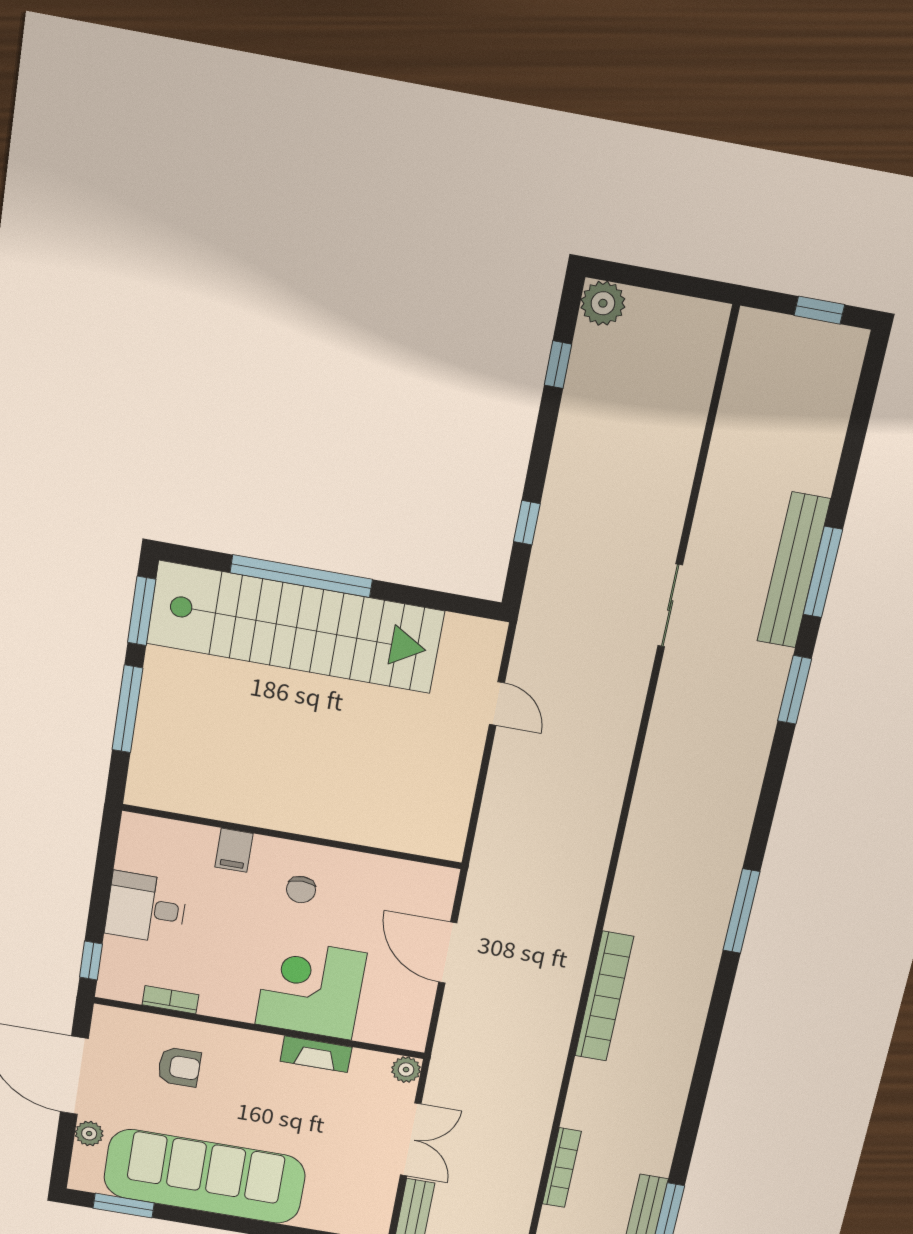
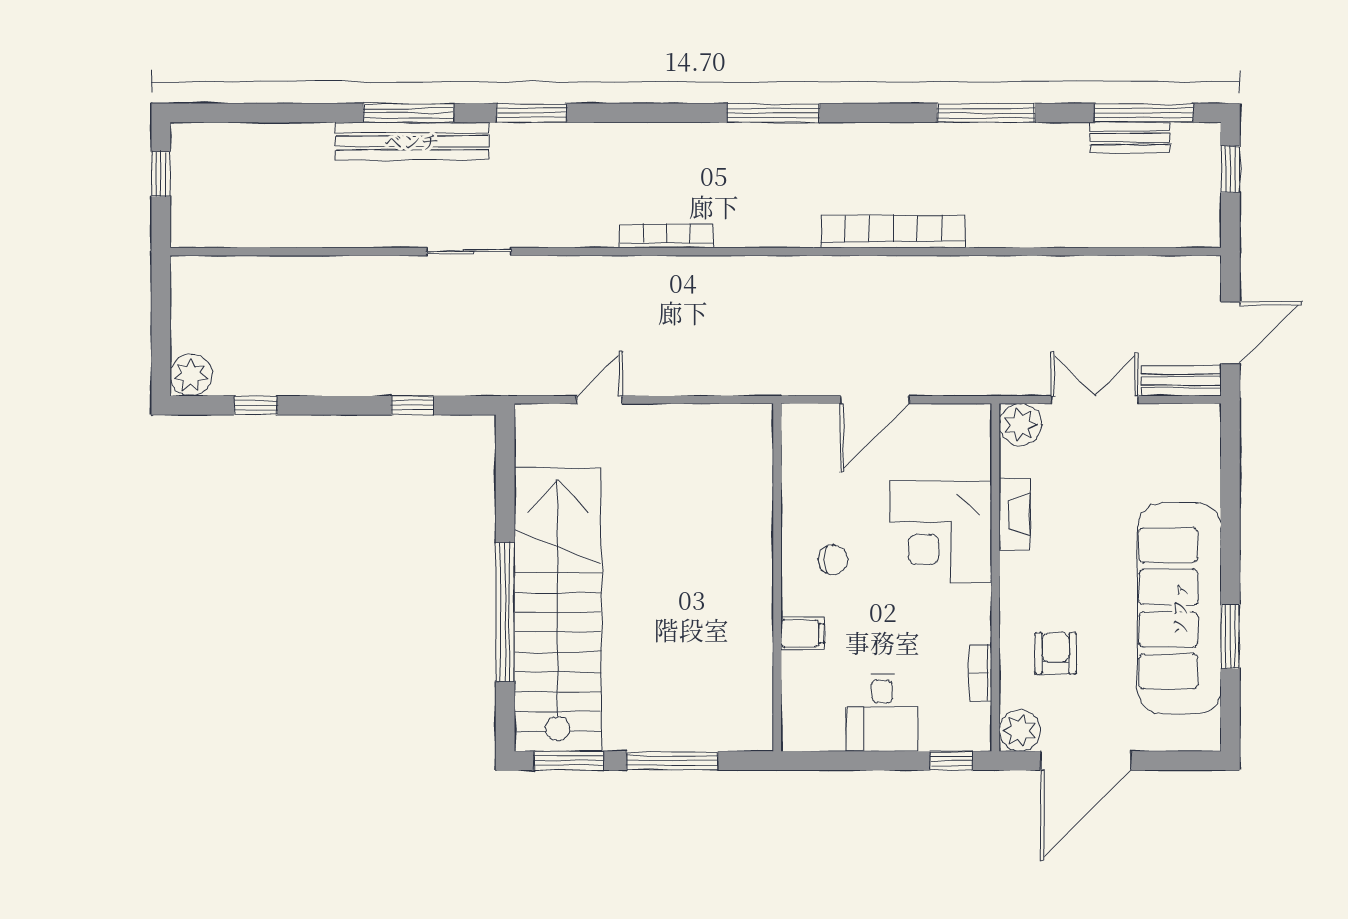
plant: (406, 1070) -> (1020, 425), width x1.38, depth x1.38
window: (698, 1094) -> (986, 113), added
plant: (89, 1134) -> (1020, 731), moved, width x1.38, depth x1.38
bookcase: (562, 1168) -> (666, 236), moved
window: (124, 1206) -> (1230, 636), moved

